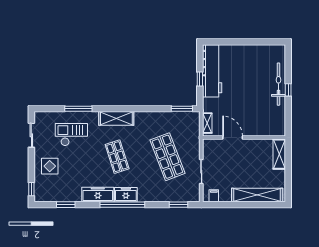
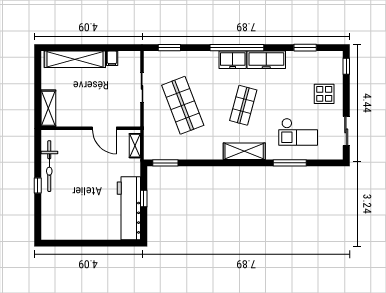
bicycle: (278, 84) -> (49, 166), moved
shop shelf: (117, 157) -> (243, 105), turned 33
filing cabinet: (214, 196) -> (112, 58), moved

